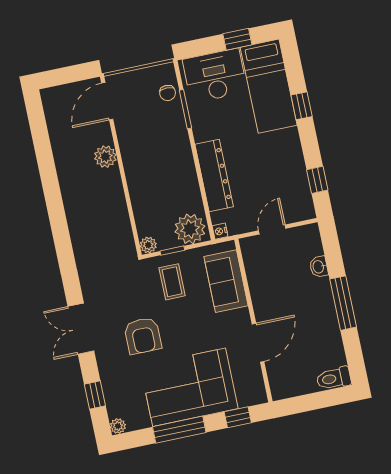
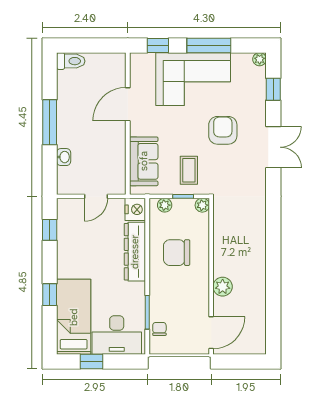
chair: (166, 185) -> (177, 253), added
plant: (190, 229) -> (165, 205), width x0.53, depth x0.53
nightstand: (220, 231) -> (135, 209), width x1.89, depth x1.79

